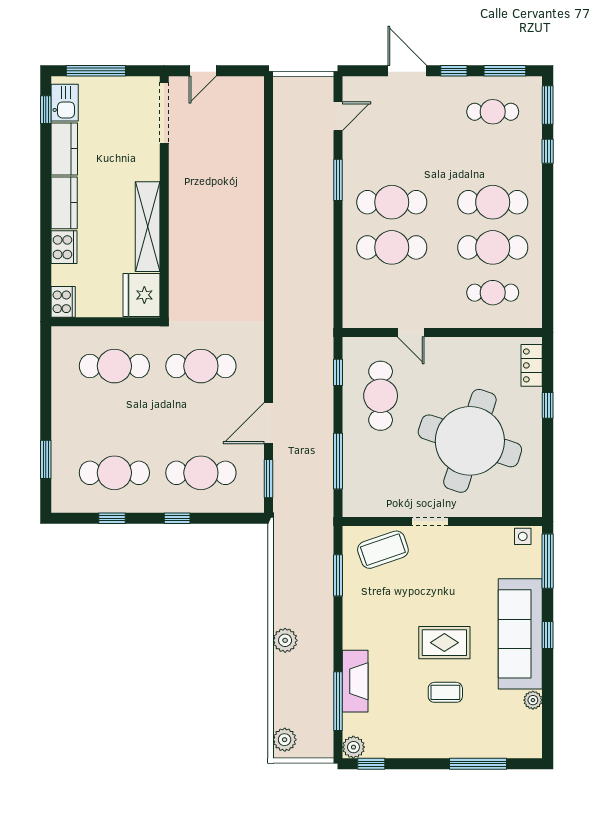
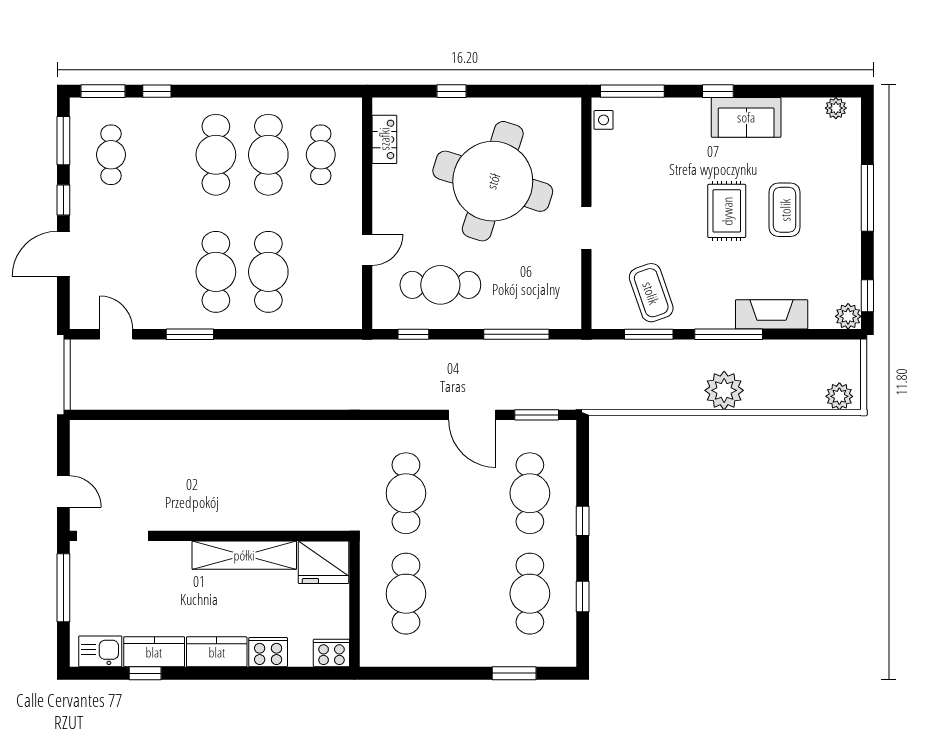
window: (96, 71) -> (63, 588), moved
window: (46, 110) -> (145, 673), moved
locker: (532, 365) -> (384, 139), moved, turned -90
coffee table: (383, 550) -> (651, 293), moved
sofa: (520, 634) -> (746, 117), width x0.54, depth x0.79
plant: (285, 640) -> (724, 390), width x1.36, depth x1.36
coffee table: (445, 692) -> (785, 210), width x1.36, depth x1.30
plant: (533, 700) -> (836, 108), moved
window: (338, 701) -> (729, 334), moved
window: (478, 764) -> (867, 198), moved

